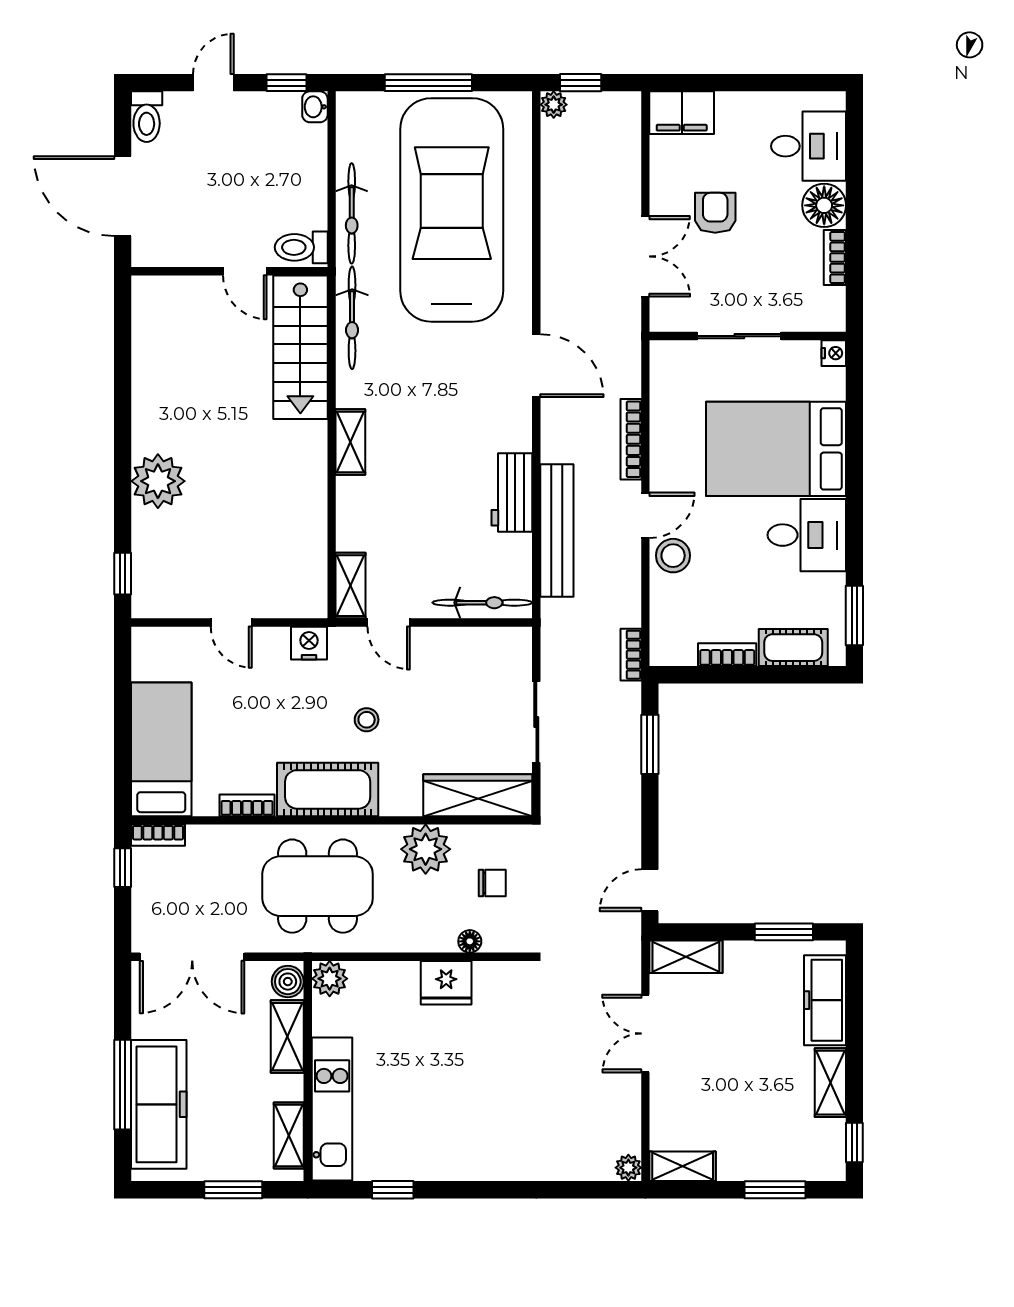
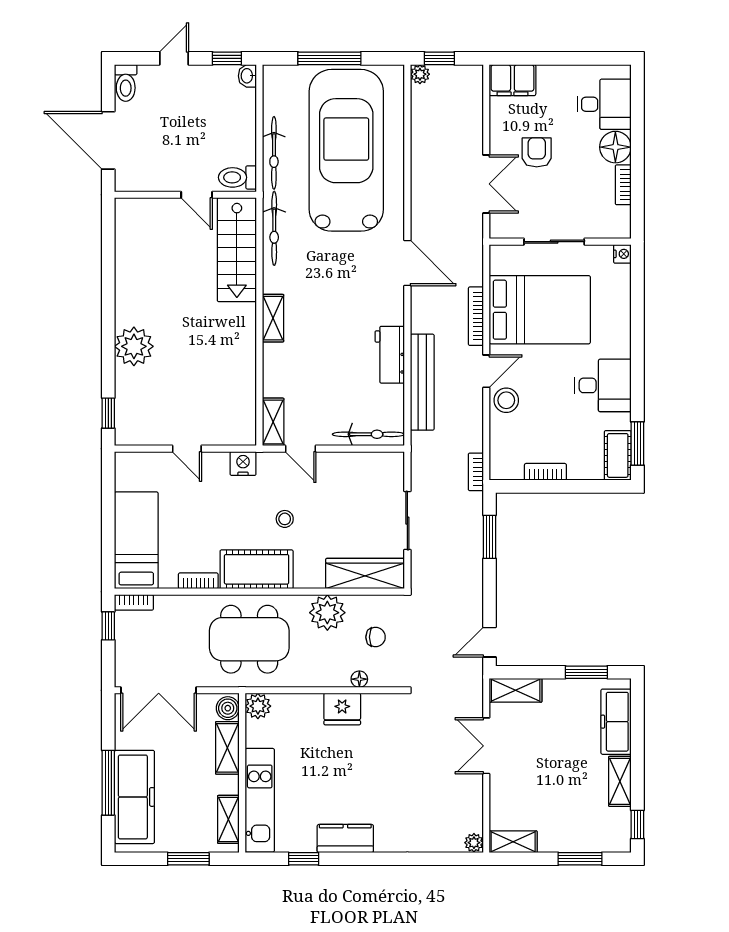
bed: (776, 449) -> (540, 310), moved, turned 180
cot: (793, 648) -> (618, 455), moved, turned 90
kitchen counter: (450, 1162) -> (345, 838), added

